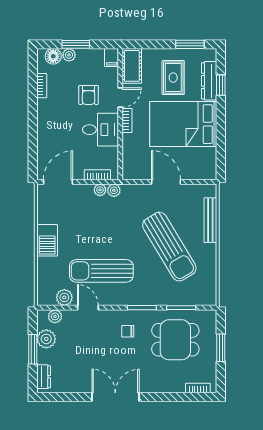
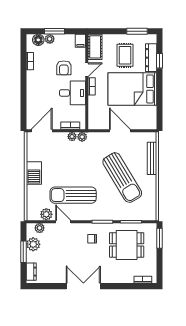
window: (221, 348) -> (159, 238), moved

